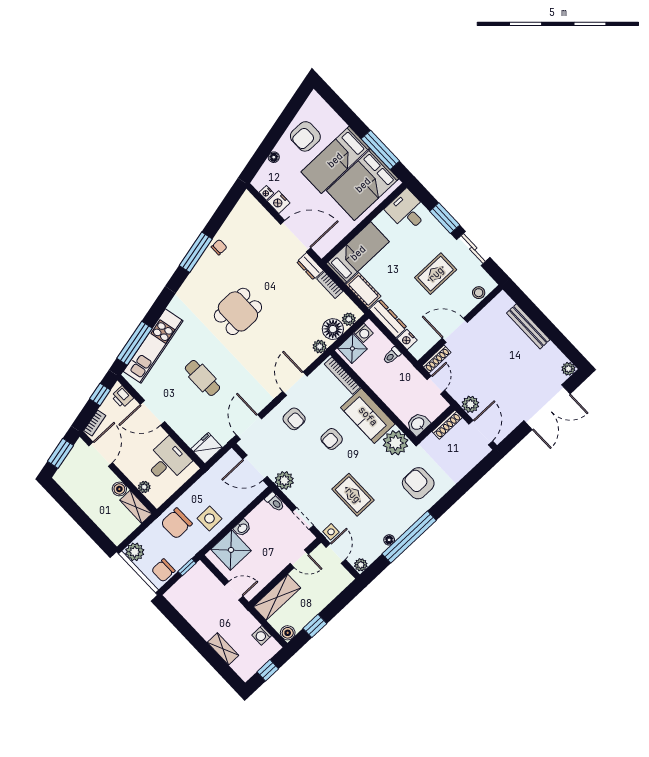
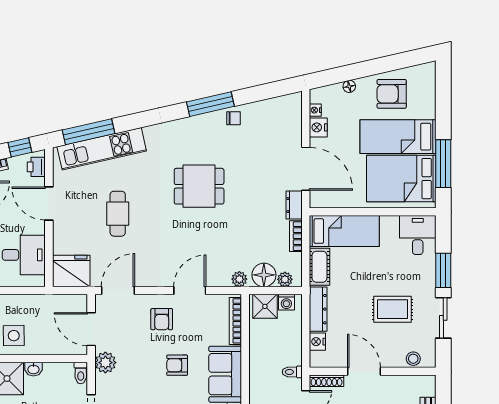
toilet: (392, 356) -> (292, 372), moved
fridge: (207, 448) -> (71, 271), width x1.36, depth x1.34

